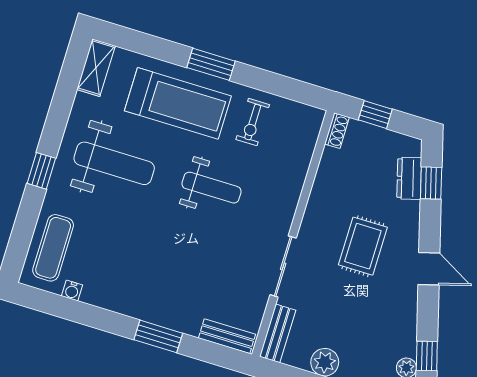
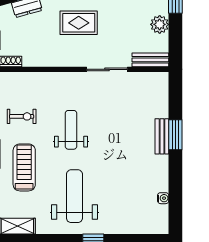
treadmill: (178, 103) -> (24, 167), width x0.73, depth x0.73
exercise mat: (53, 248) -> (140, 218), removed
bench: (227, 336) -> (162, 136), moved

